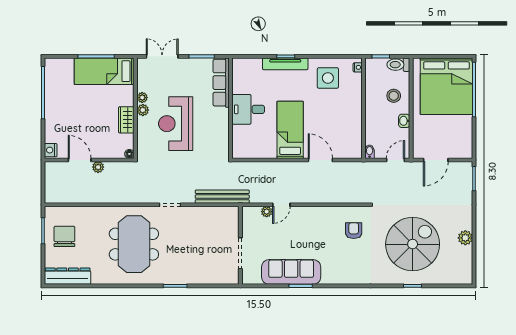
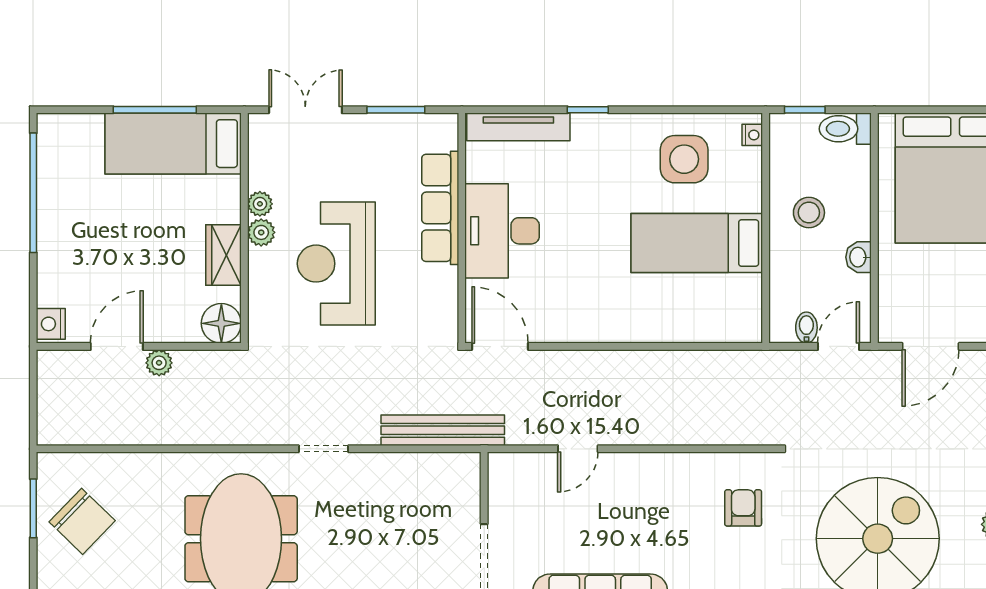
tv unit: (285, 64) -> (518, 127), moved
row of seats: (221, 83) -> (440, 208), moved
stool: (394, 96) -> (809, 213), moved
desk: (248, 109) -> (502, 231), width x1.37
bed: (290, 130) -> (697, 243), moved, turned -90
bidet: (370, 152) -> (806, 328), moved
floor lamp: (129, 154) -> (221, 323), width x1.89, depth x1.89
door: (80, 160) -> (117, 346), hinge flipped
door: (320, 160) -> (500, 346), moved
plant: (267, 212) -> (544, 464), removed
chair: (64, 236) -> (82, 521), turned 134

